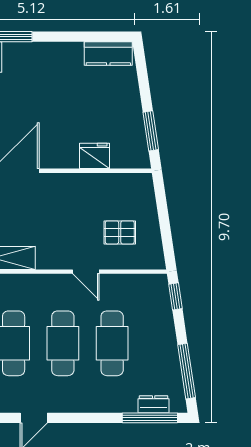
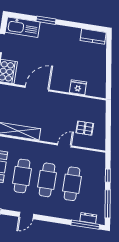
window: (151, 131) -> (109, 79), removed
door: (86, 272) -> (64, 145), swing flipped
window: (175, 296) -> (108, 176), moved

